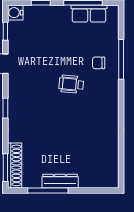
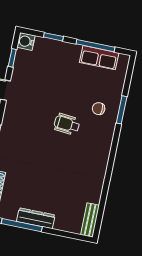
window: (121, 59) -> (122, 110), width x0.69
bench: (113, 172) -> (90, 220), added

